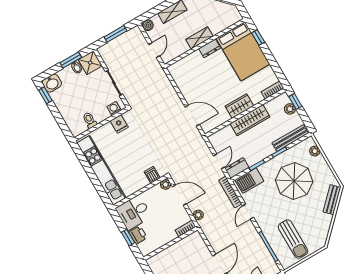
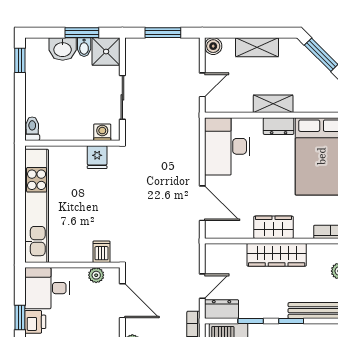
desk: (188, 76) -> (227, 146), added
washbasin: (52, 83) -> (63, 49), moved
toilet: (90, 120) -> (32, 129), moved
plant: (166, 184) -> (96, 275), moved

